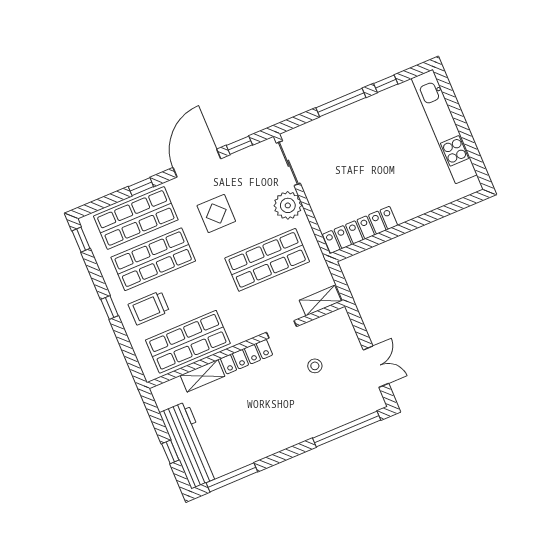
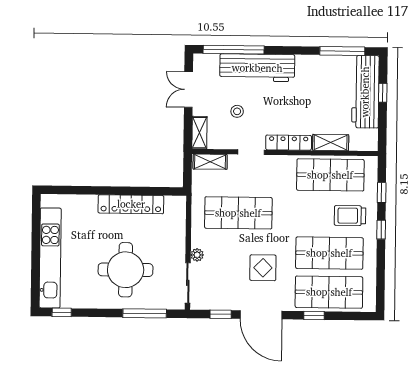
window: (386, 84) -> (62, 312), moved
window: (341, 103) -> (145, 313), moved
round table: (360, 149) -> (126, 270), added
door: (197, 163) -> (261, 315), hinge flipped
plant: (288, 205) -> (197, 255), width x0.53, depth x0.53
locker: (360, 230) -> (131, 204), moved
window: (81, 240) -> (382, 193), moved
trolley: (149, 308) -> (350, 216), turned 180
shelving: (345, 326) -> (199, 133), added
workbench: (314, 421) -> (257, 68), added

